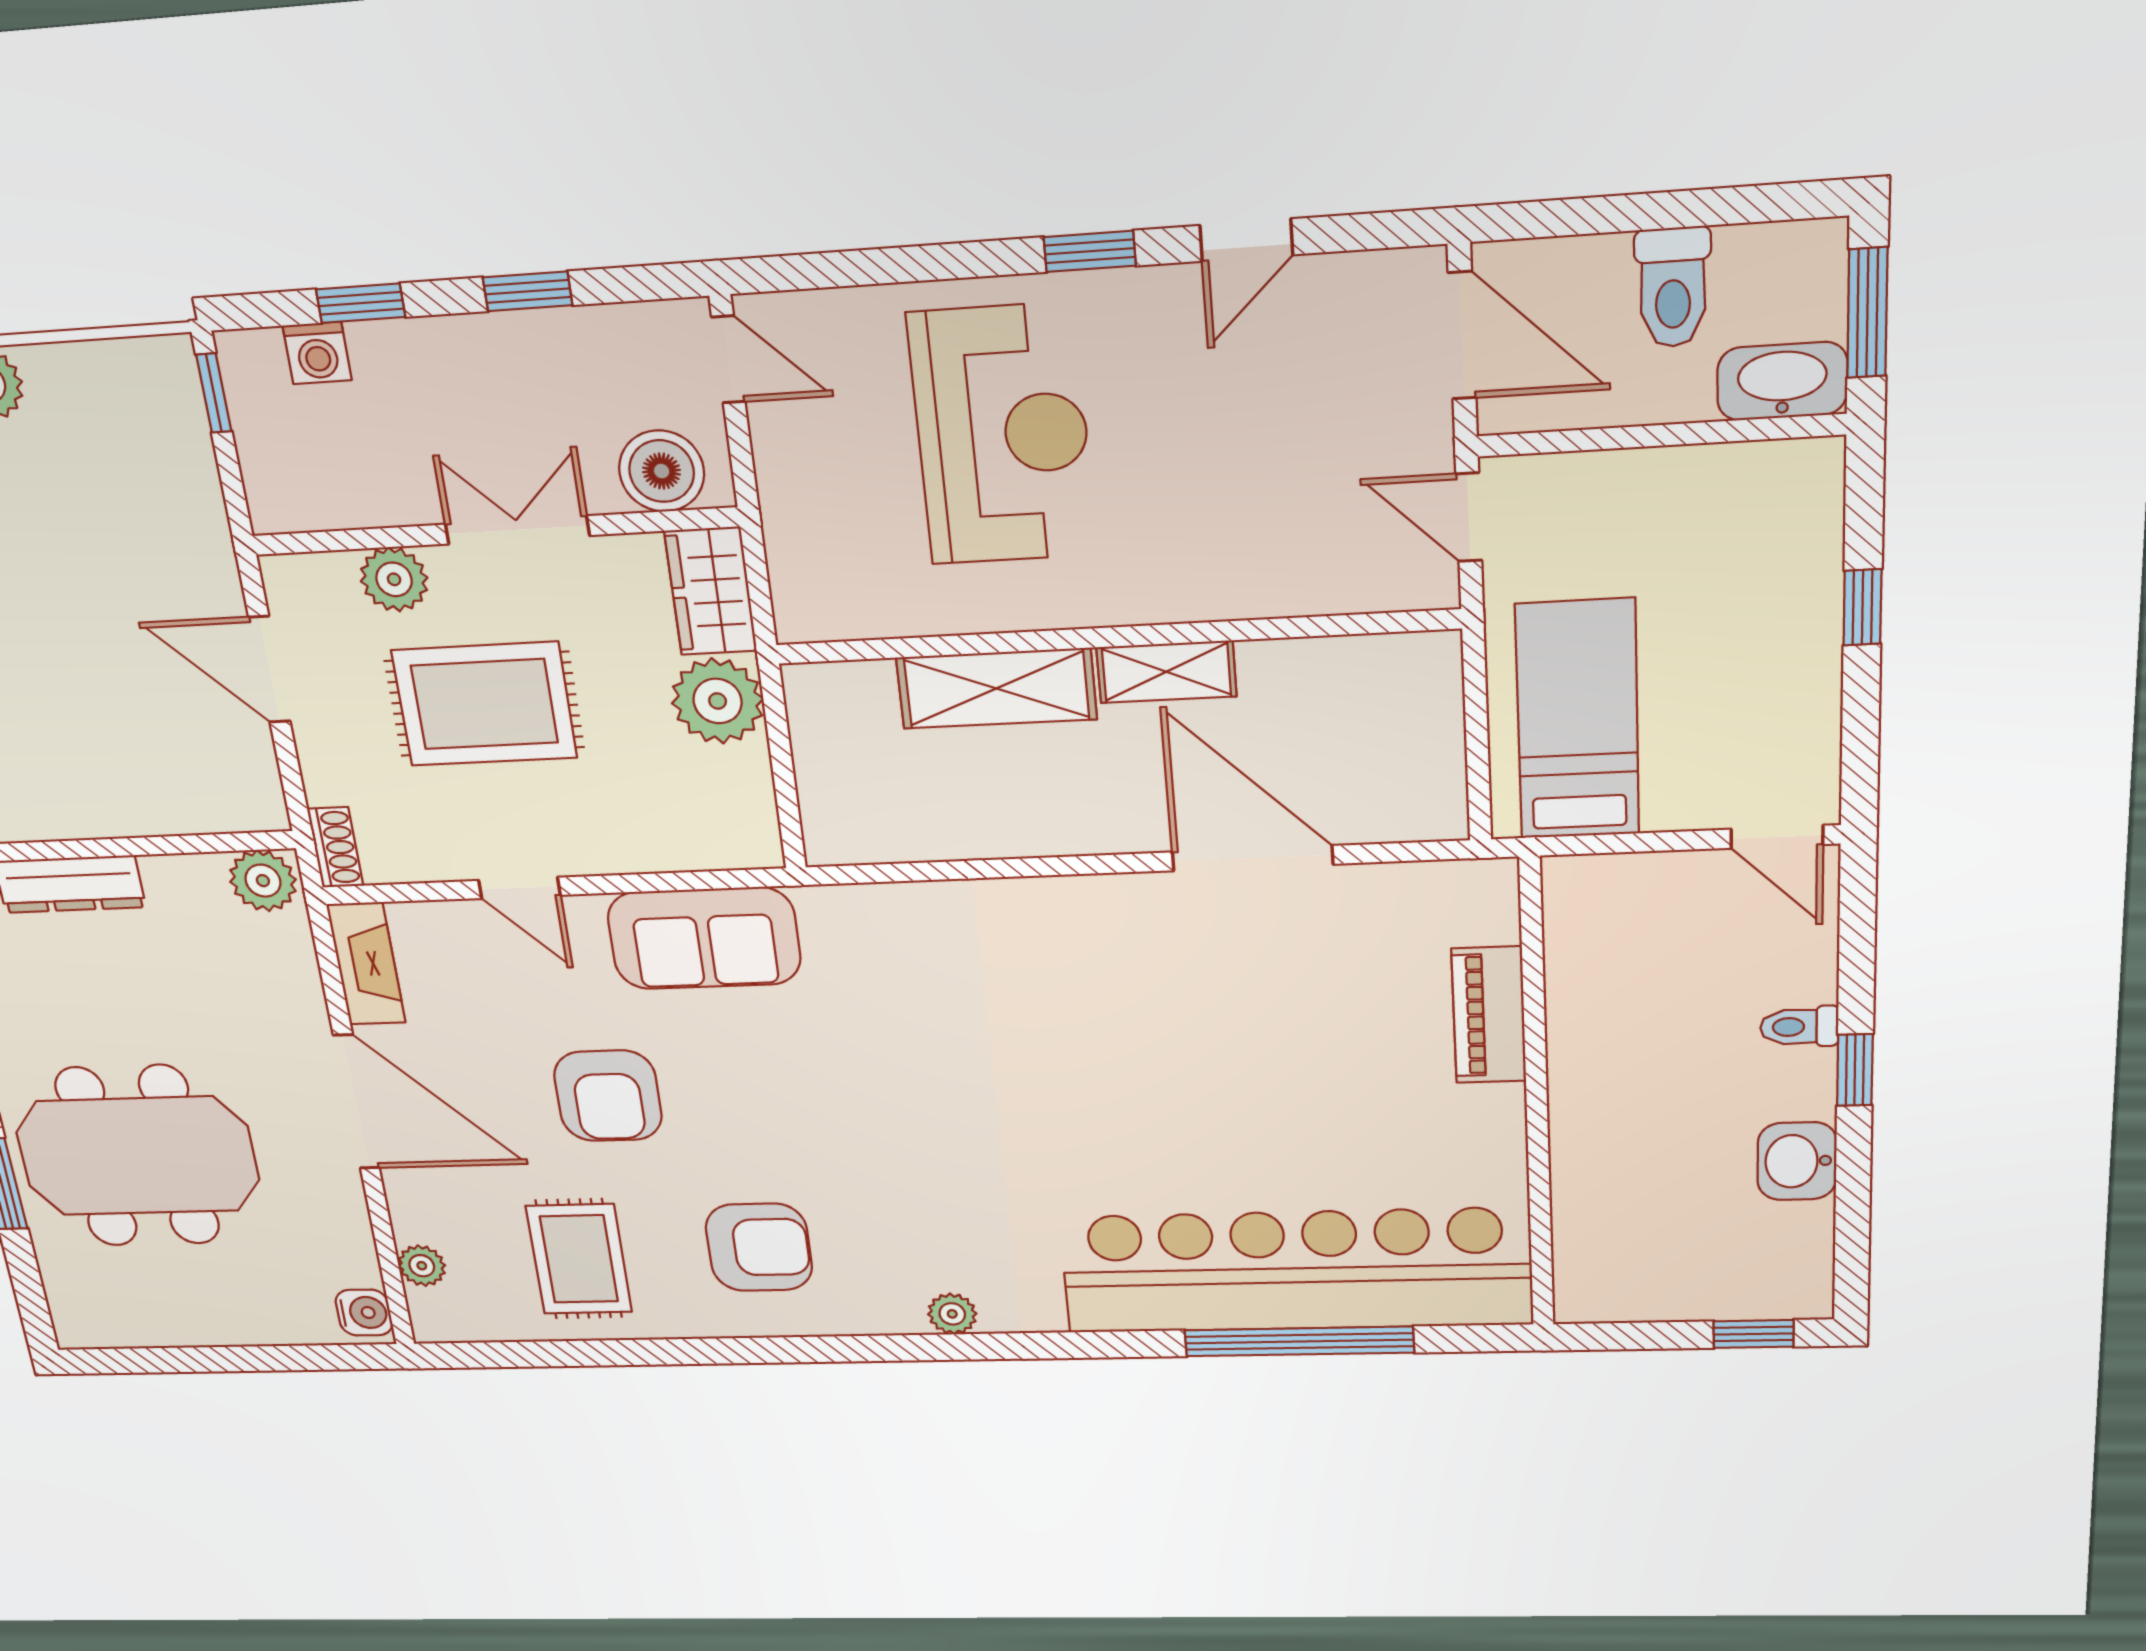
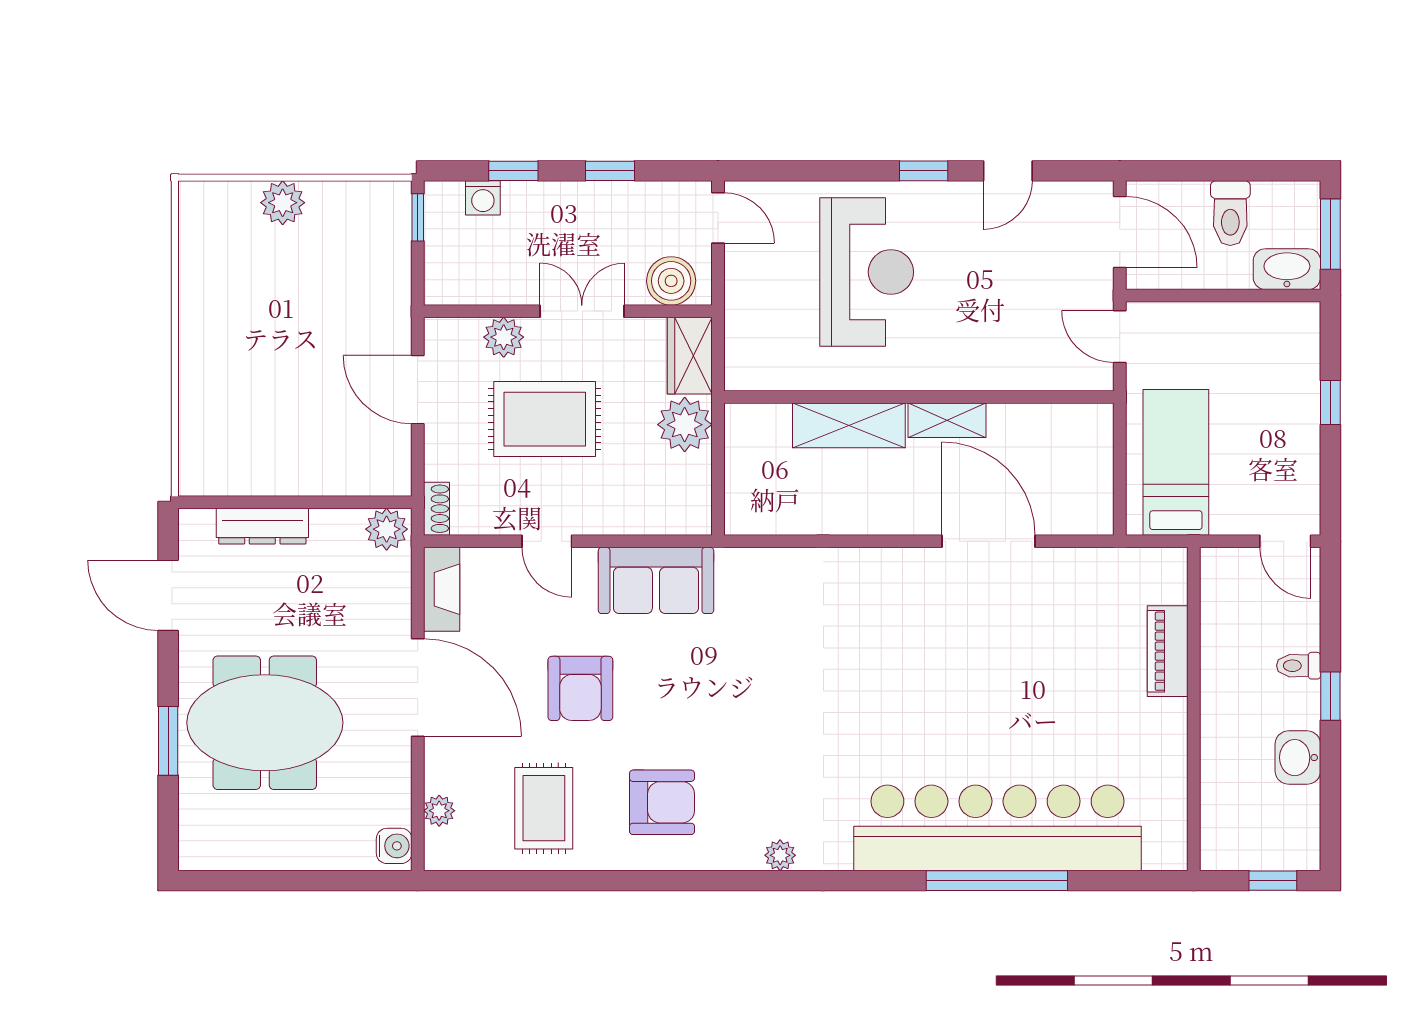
piano: (1489, 1015) -> (1168, 651), moved
wall: (1537, 1098) -> (1194, 709), moved

